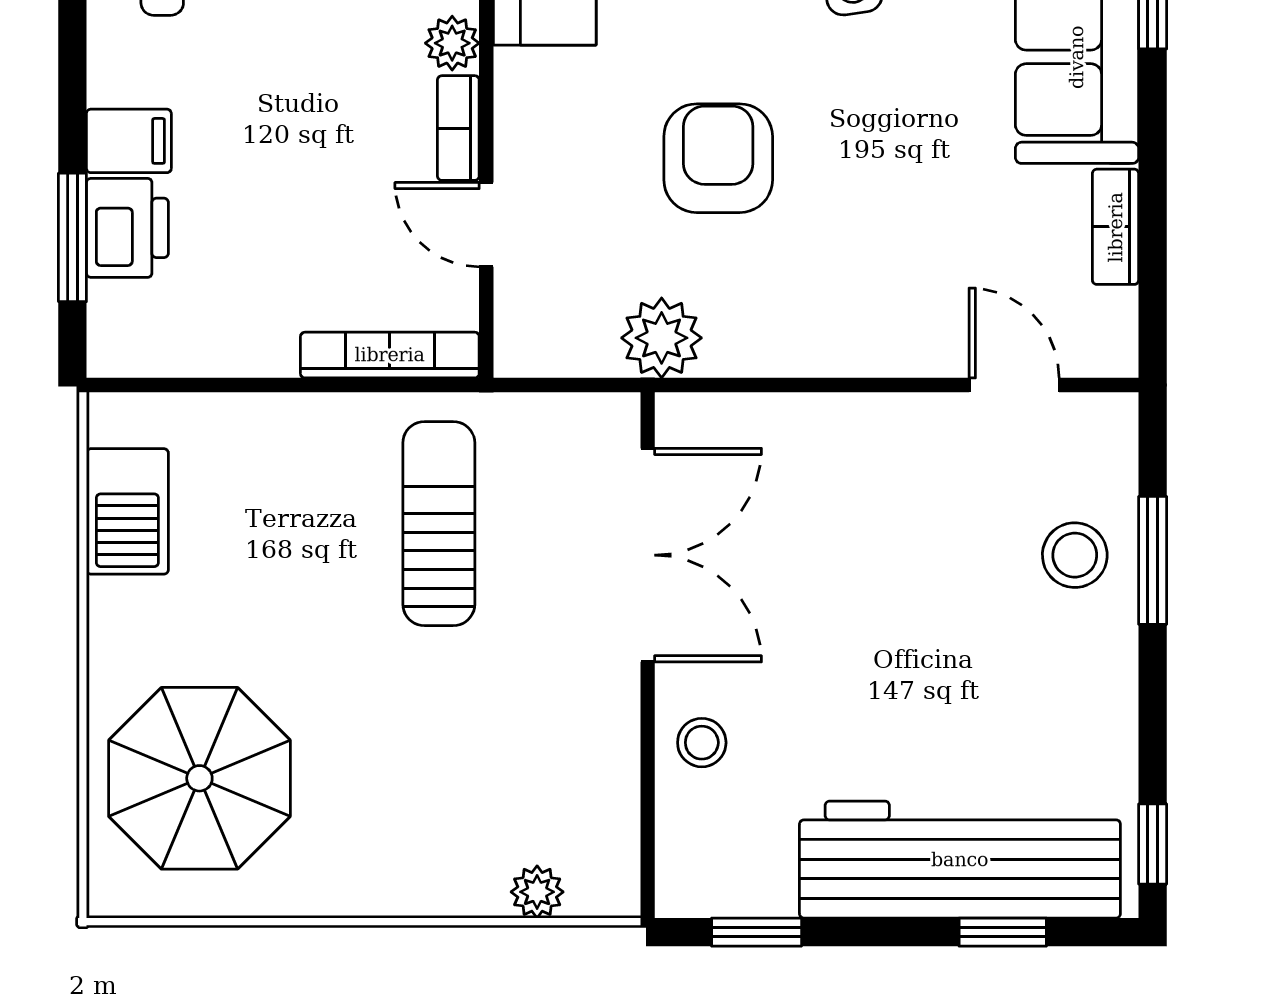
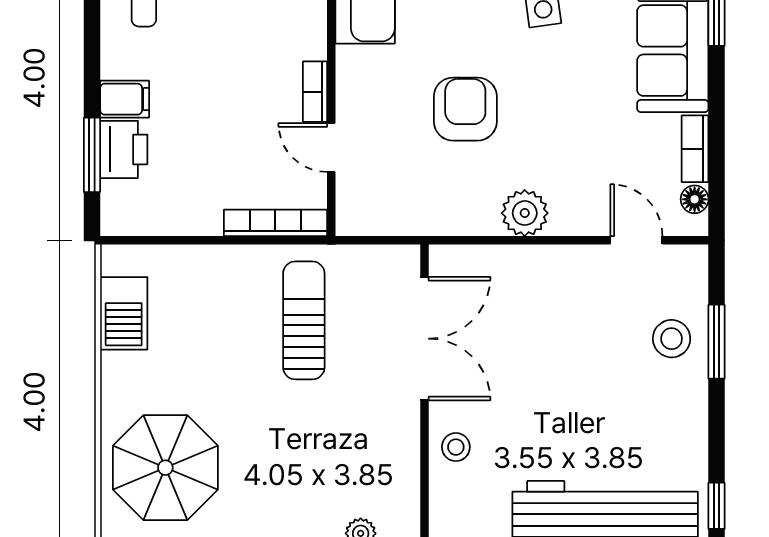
plant: (452, 43) -> (312, 43), removed
floor lamp: (1115, 314) -> (695, 199), added
plant: (662, 338) -> (525, 213), moved

